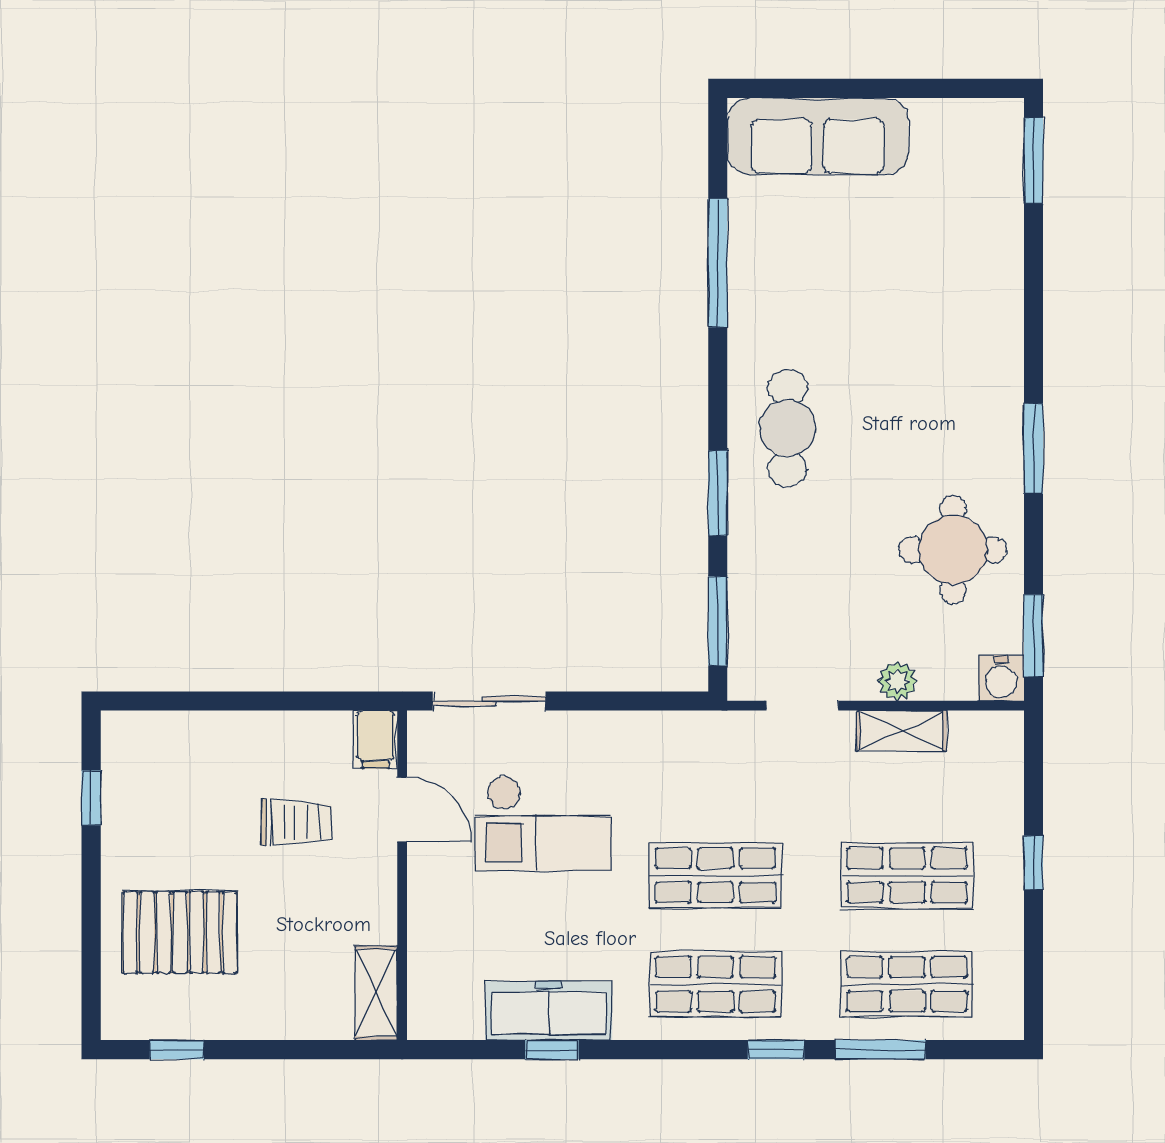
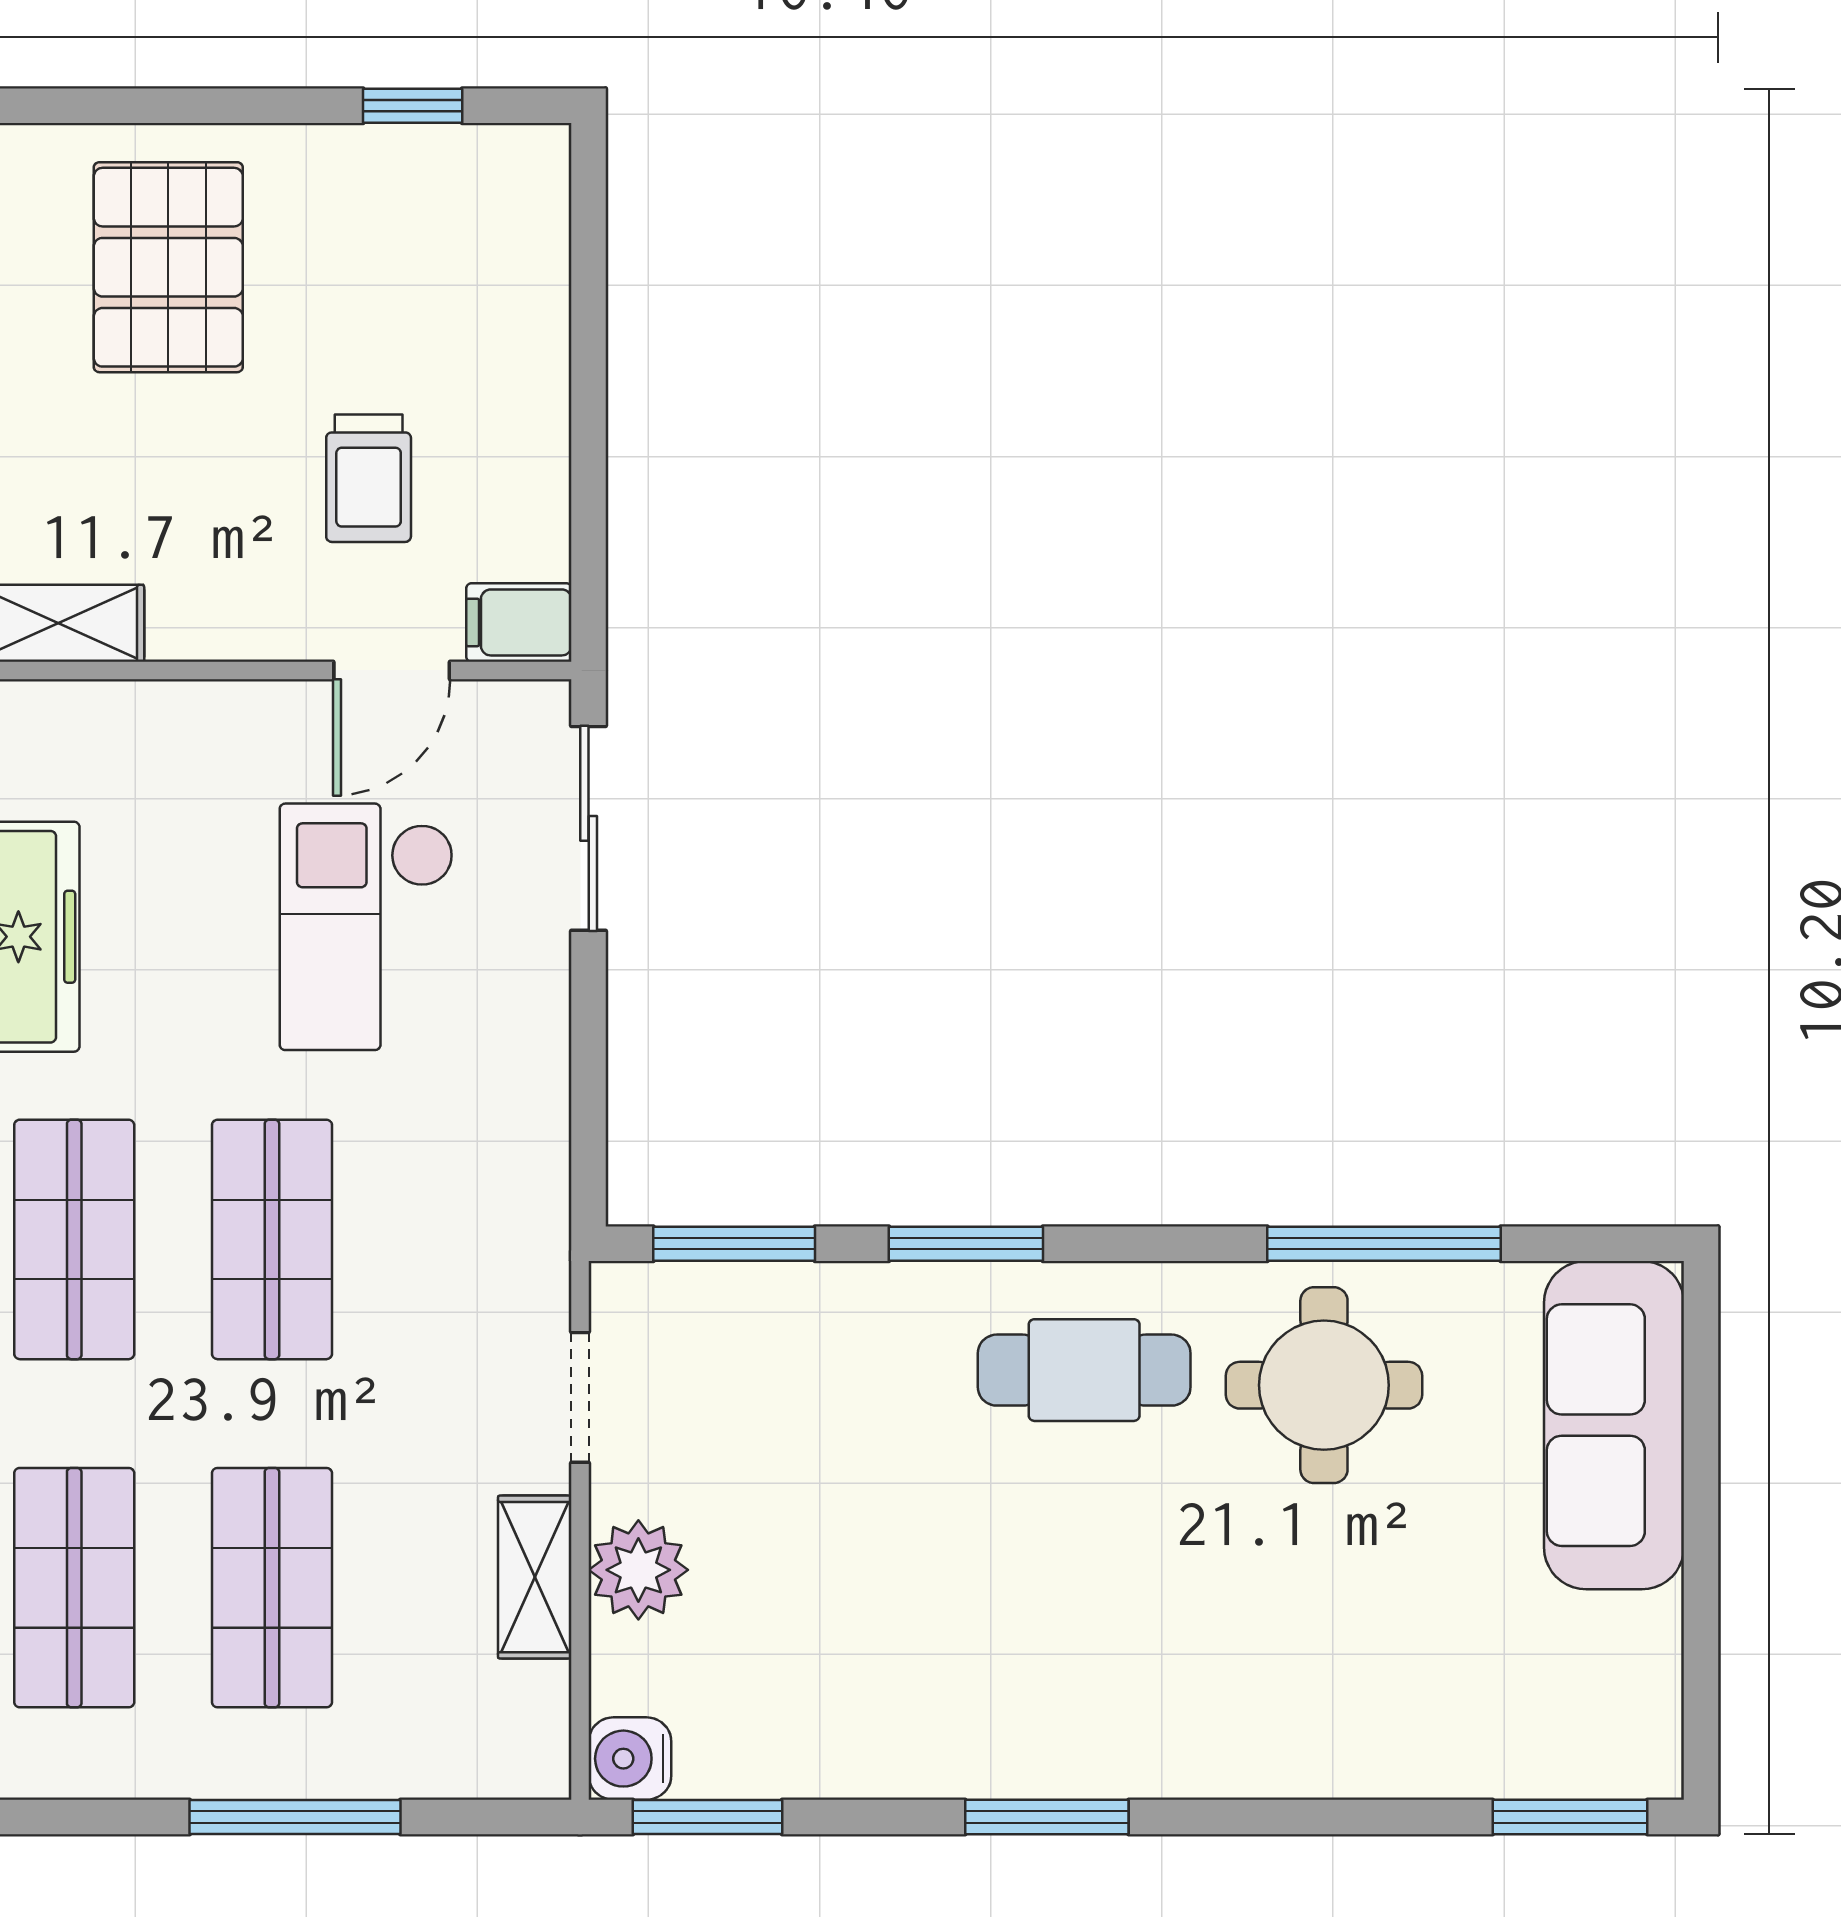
round table: (953, 550) -> (1324, 1385), moved
plant: (897, 681) -> (638, 1570), width x1.38, depth x1.38
window: (1034, 863) -> (295, 1817), width x2.17

